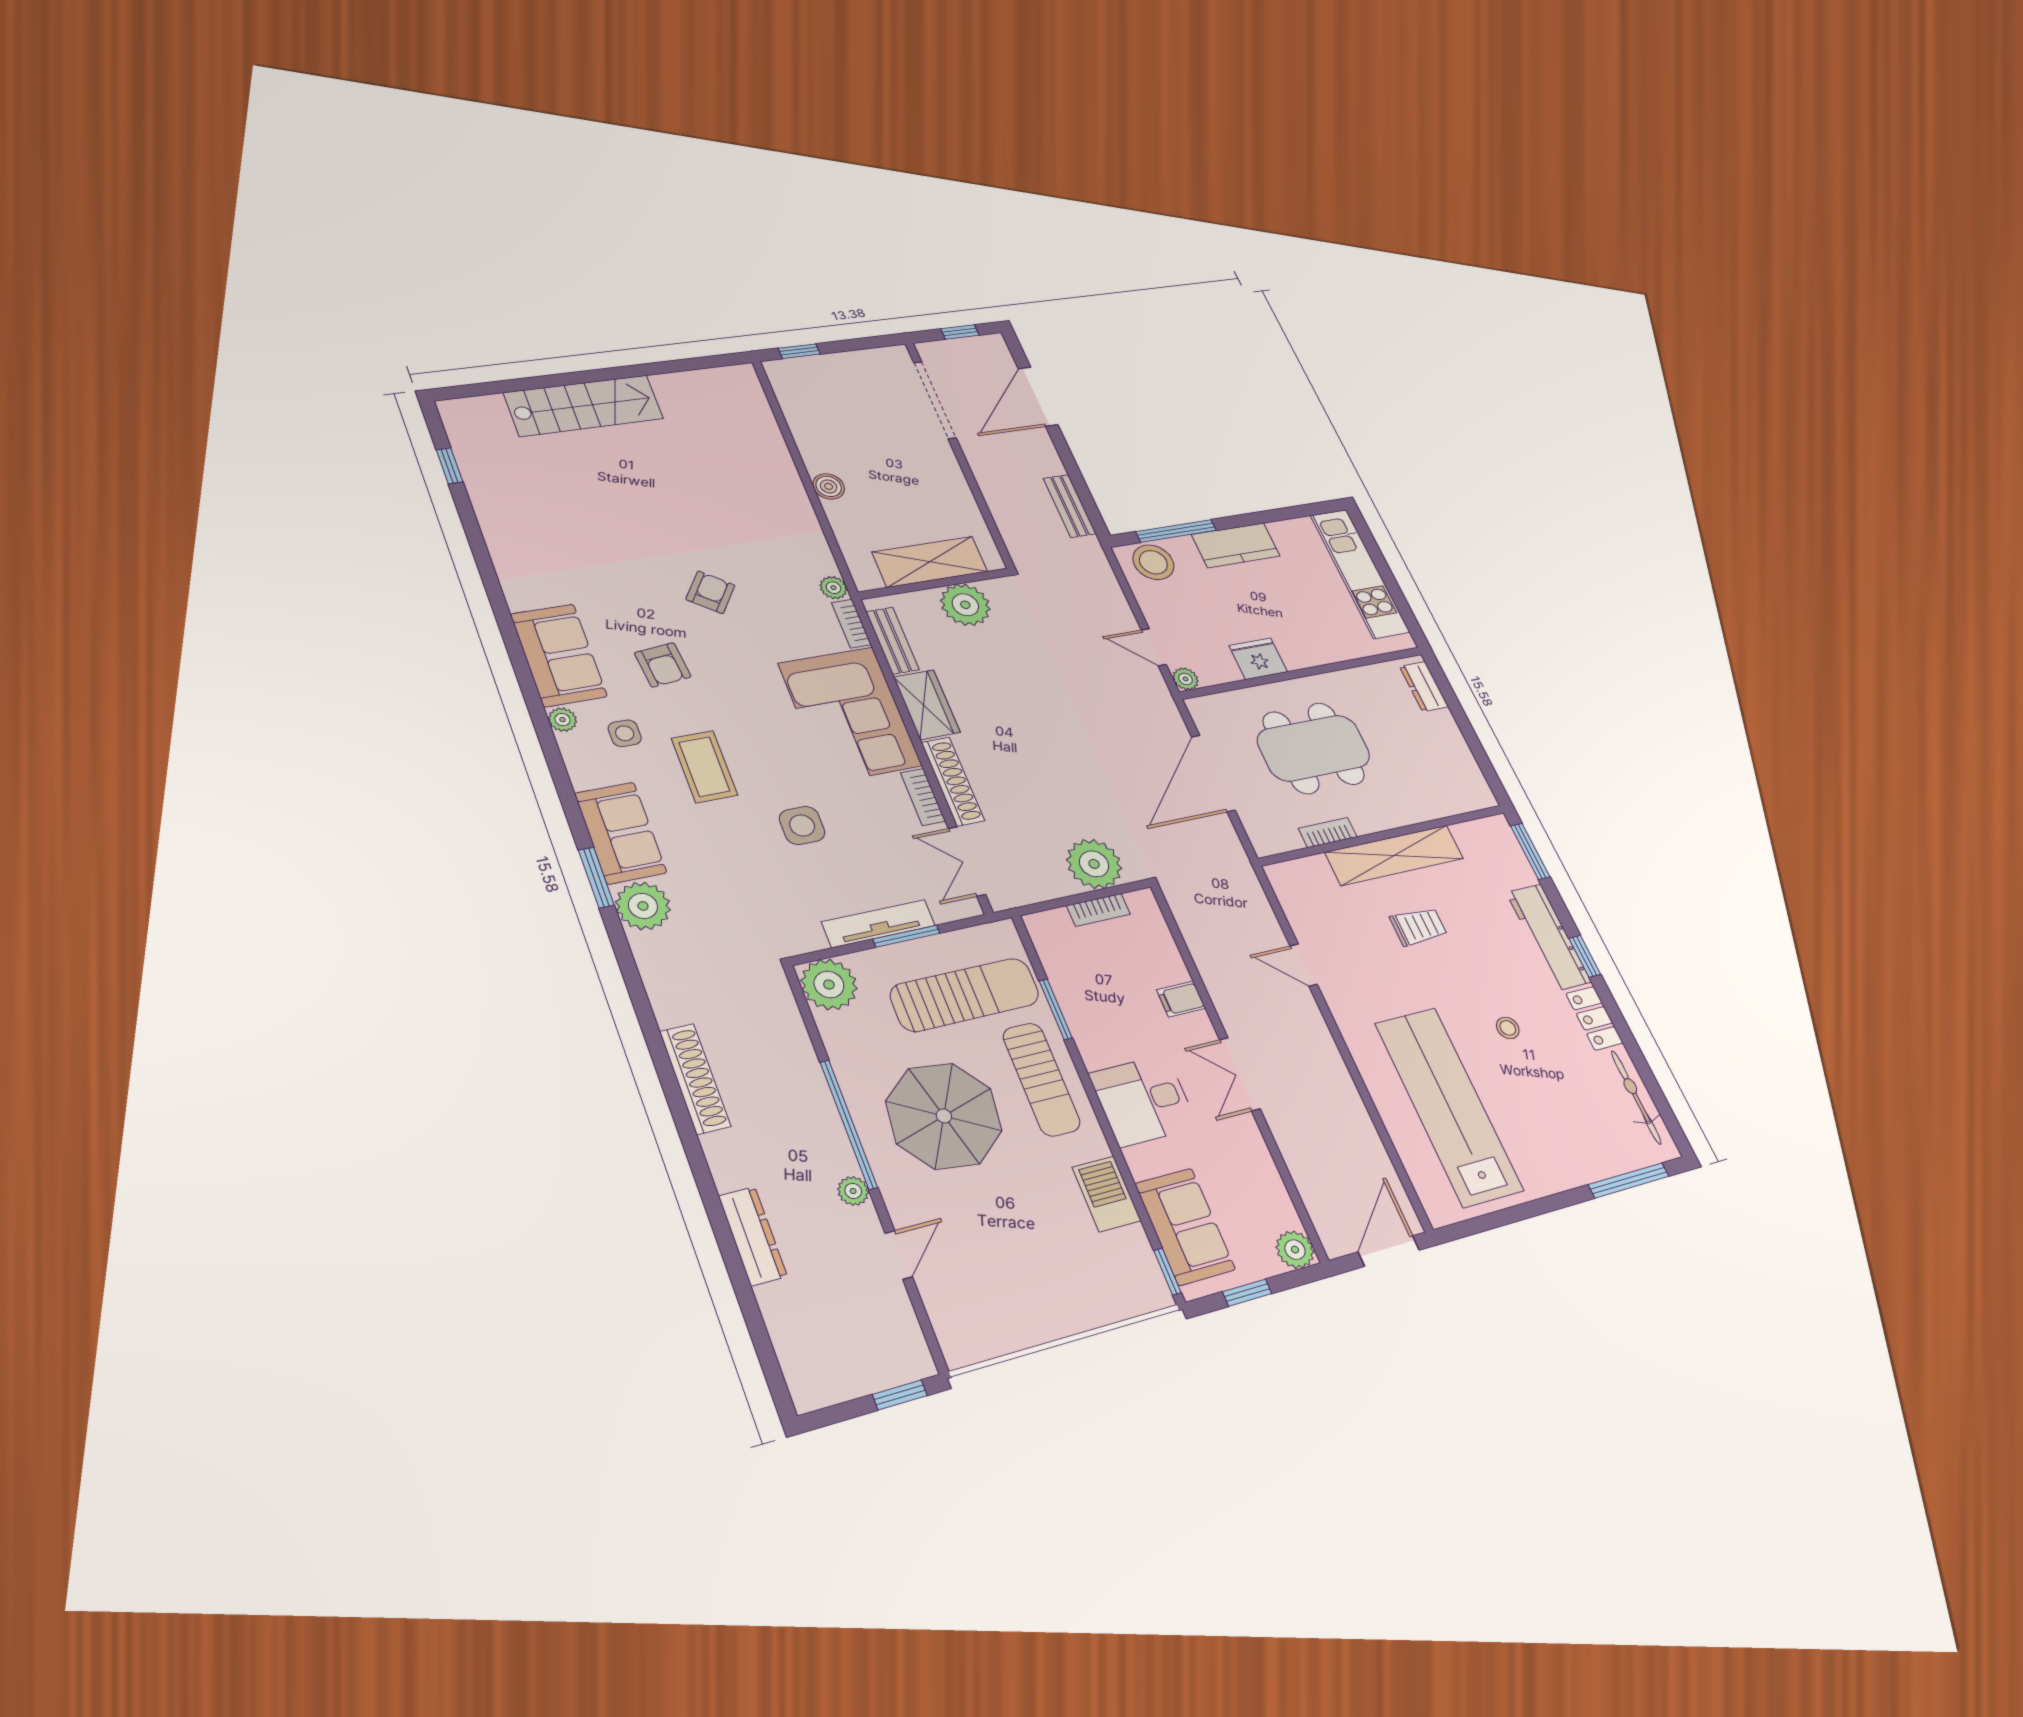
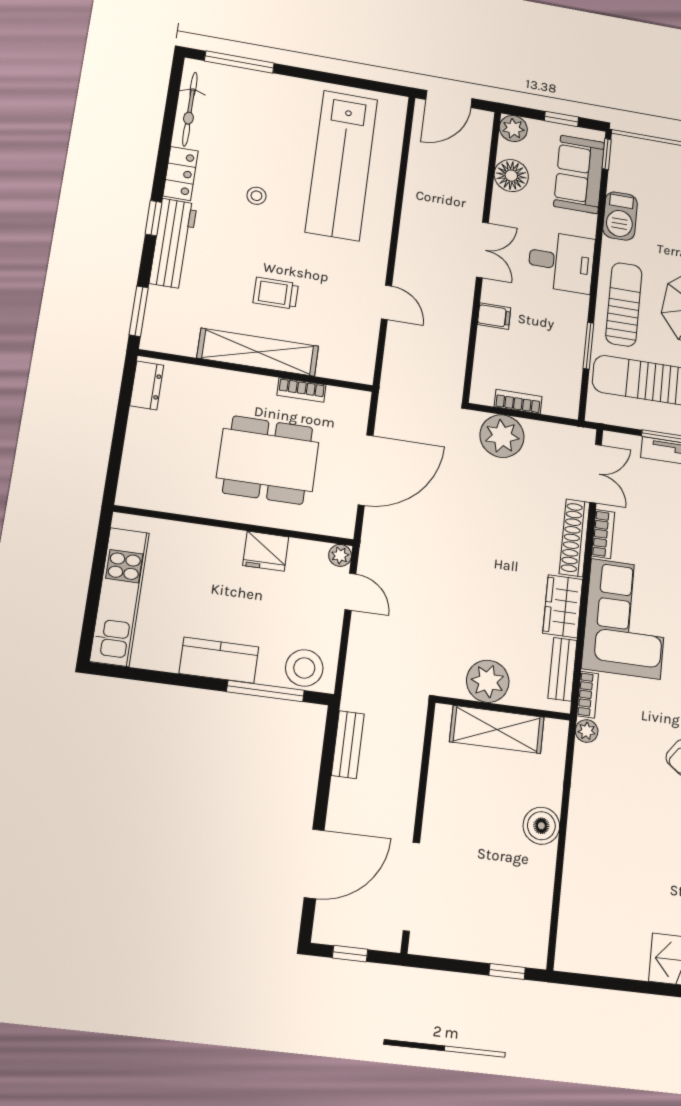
boiler: (829, 486) -> (541, 826), width x1.36, depth x1.36
dresser: (1424, 686) -> (147, 385), moved
floor lamp: (1262, 1185) -> (511, 176), added

